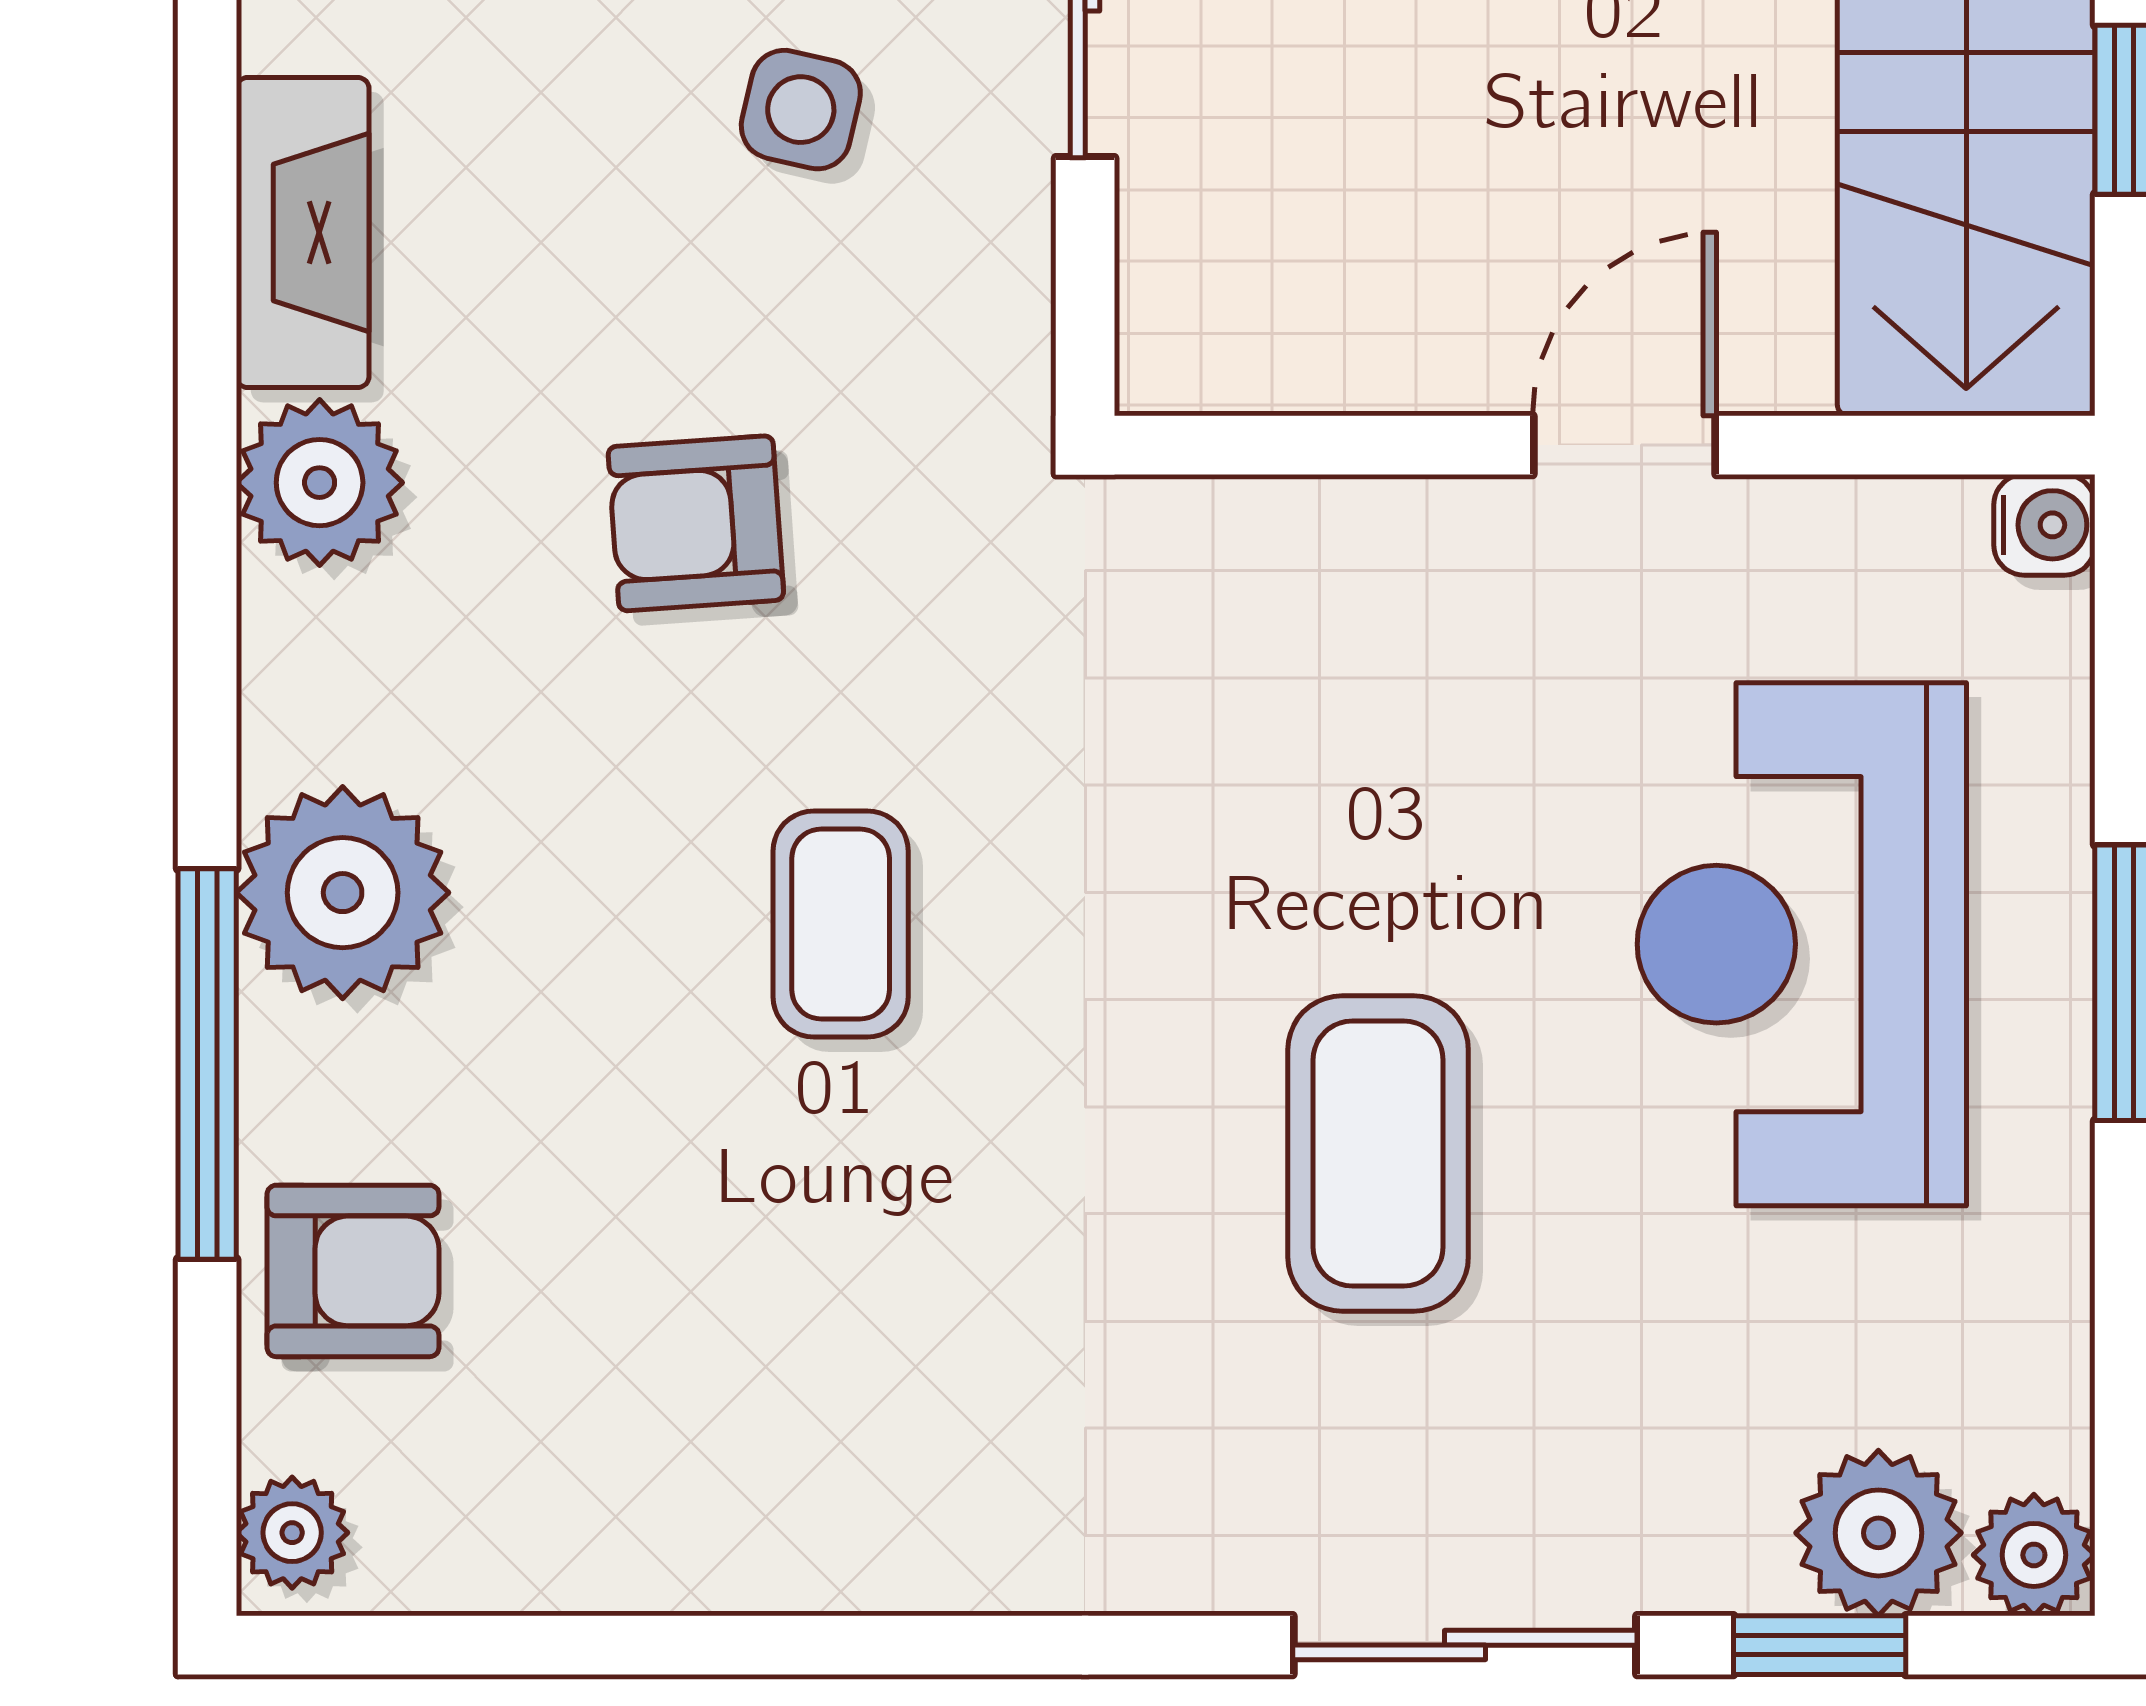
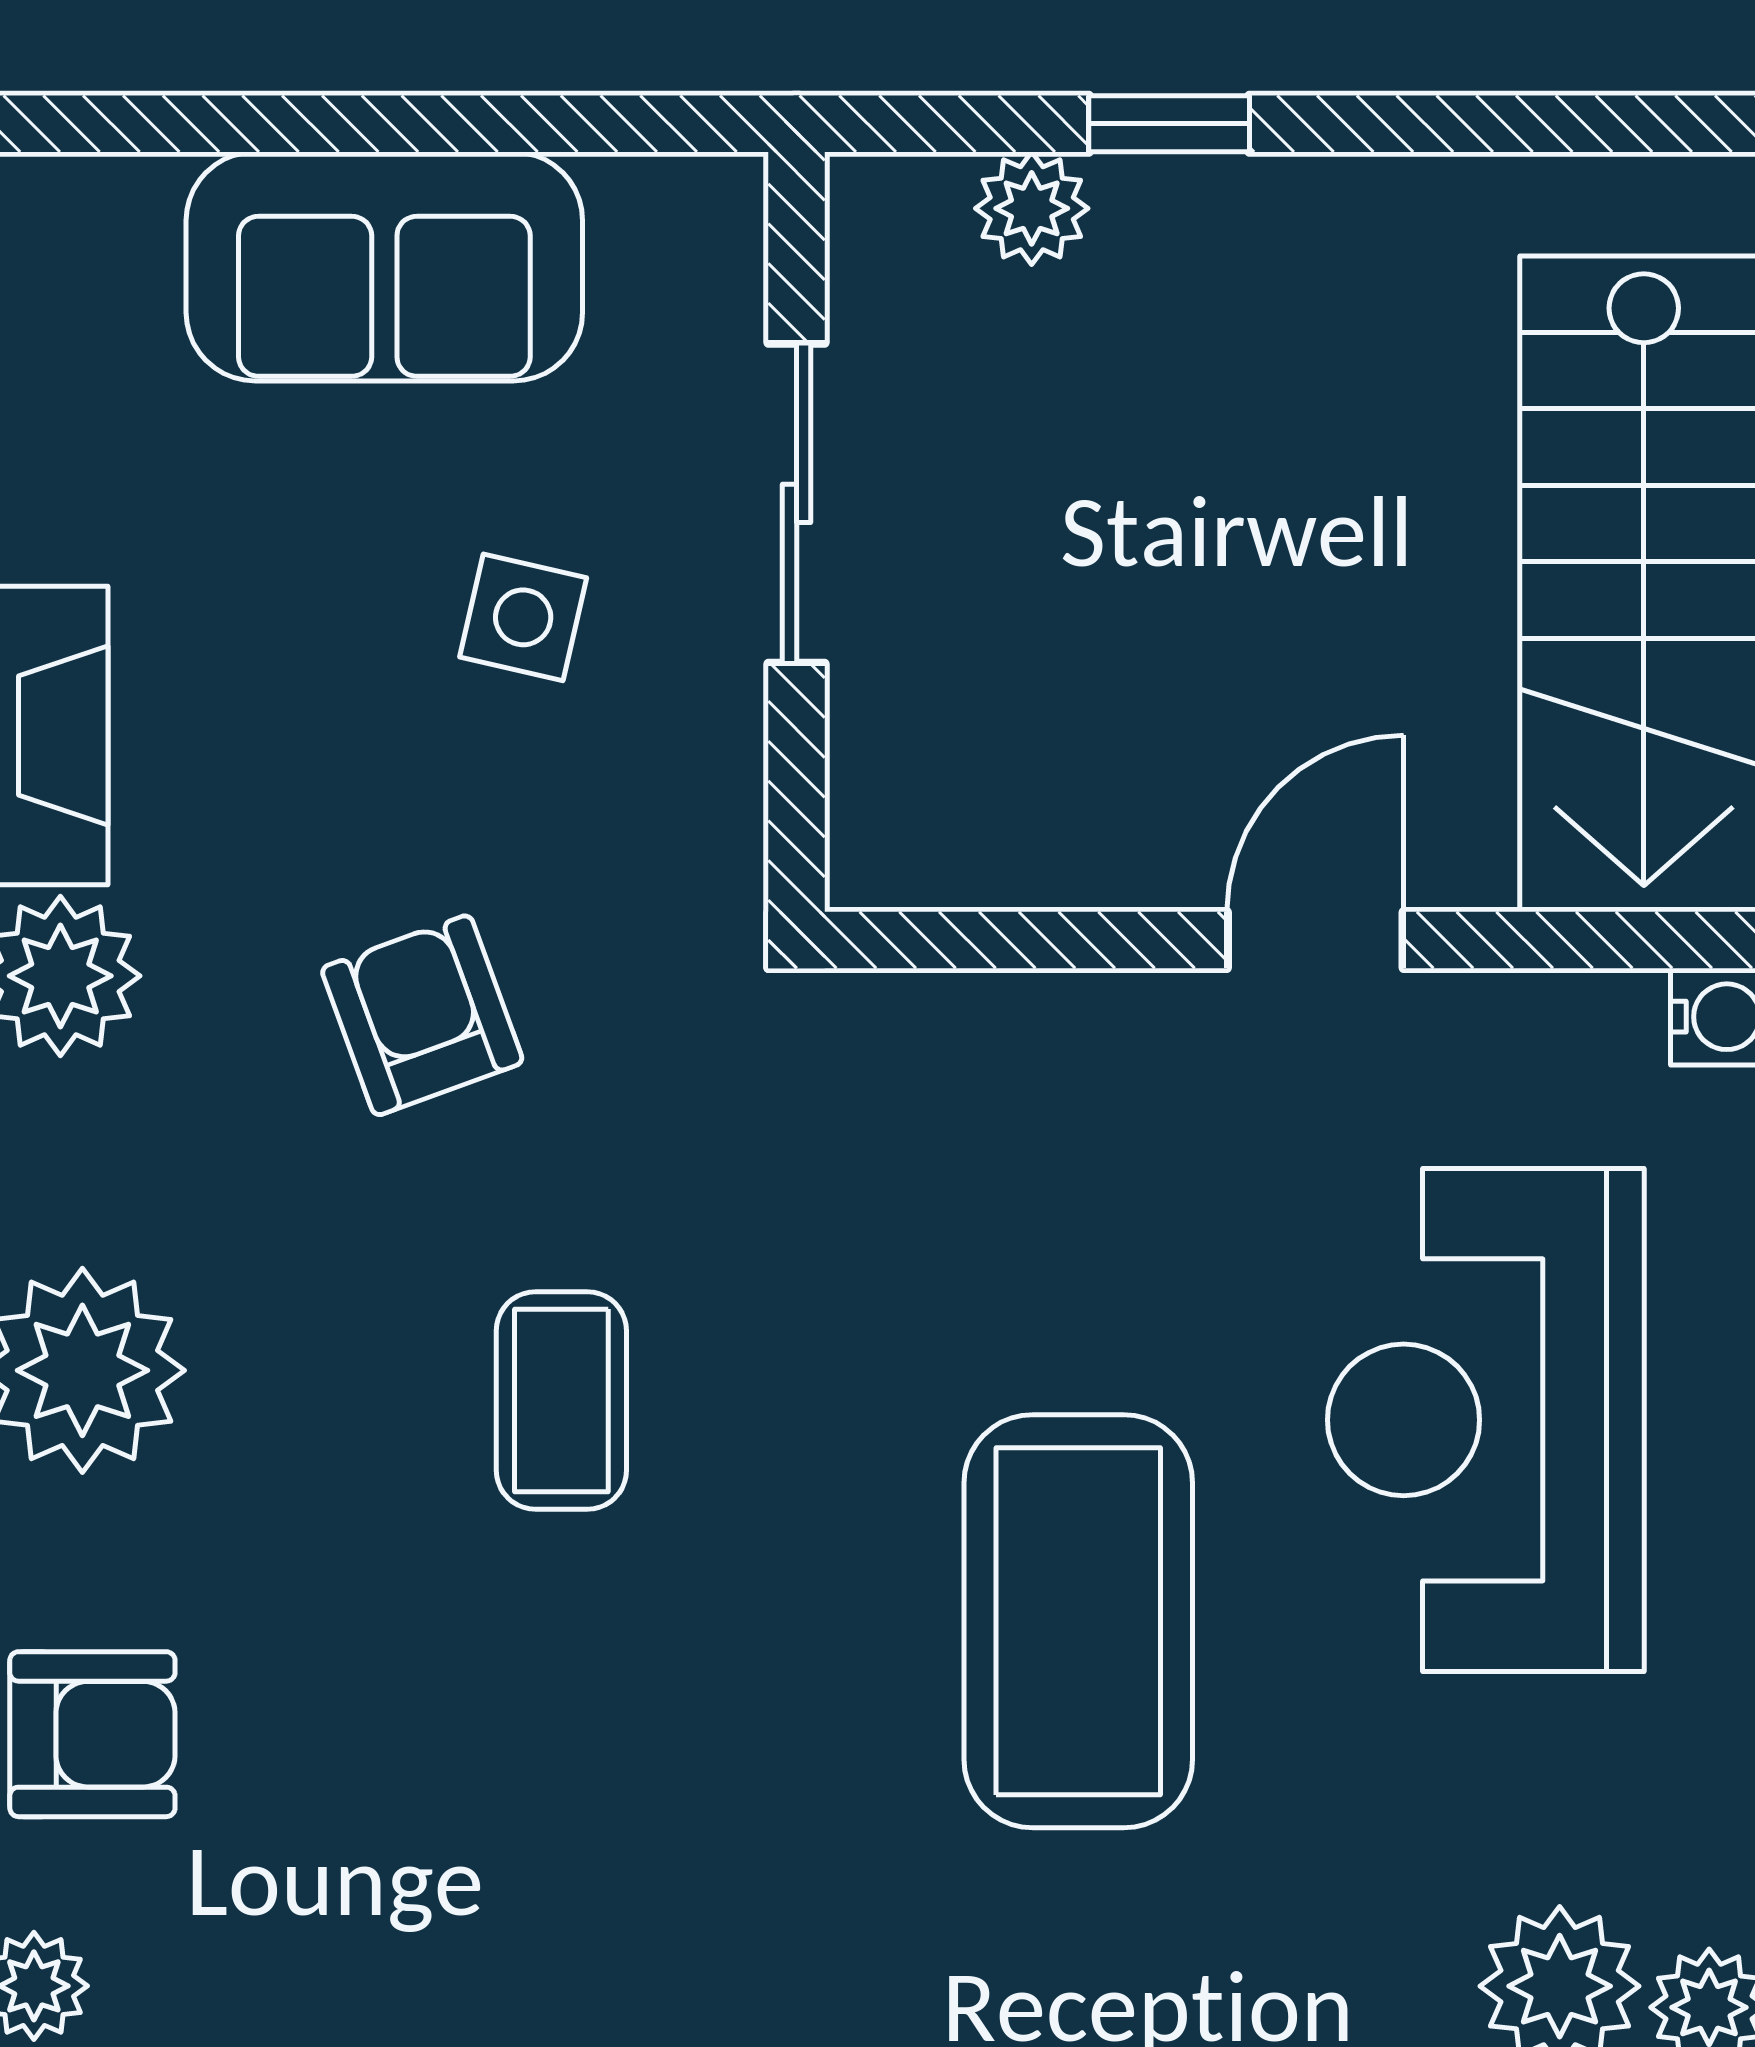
armchair: (696, 523) -> (422, 1015), turned 74
coffee table: (1378, 1153) -> (1078, 1621), width x1.36, depth x1.32

